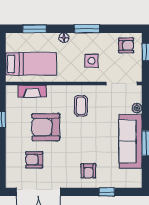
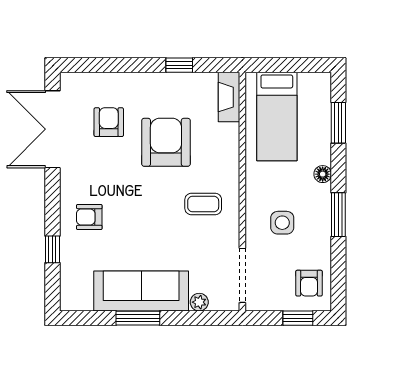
fireplace: (32, 91) -> (229, 97), moved

